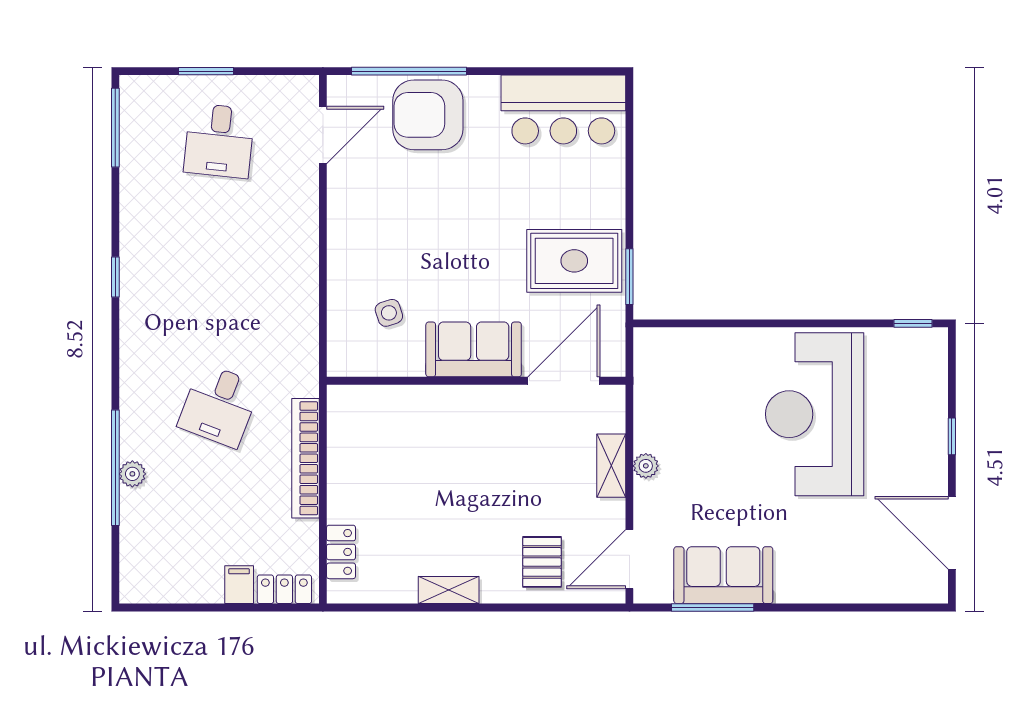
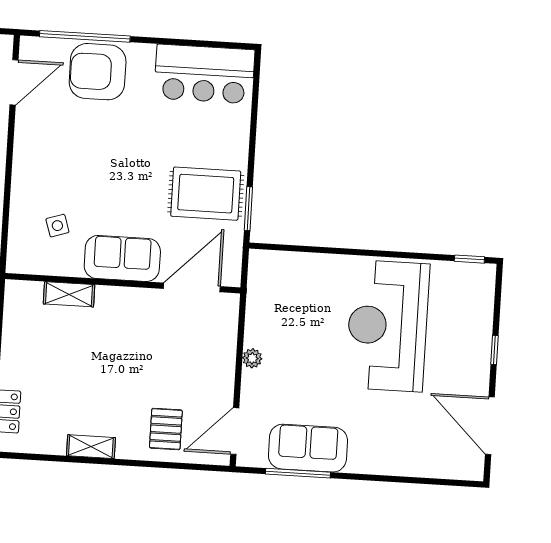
shelving: (611, 466) -> (69, 294), moved, turned 90

